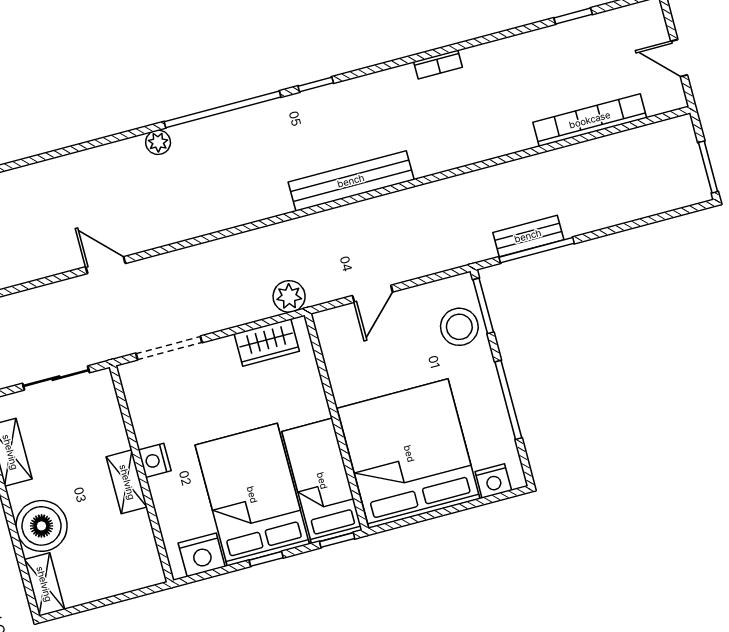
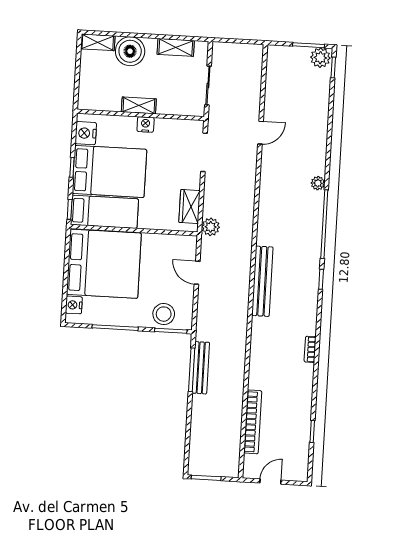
bench: (528, 236) -> (201, 368), width x1.36

